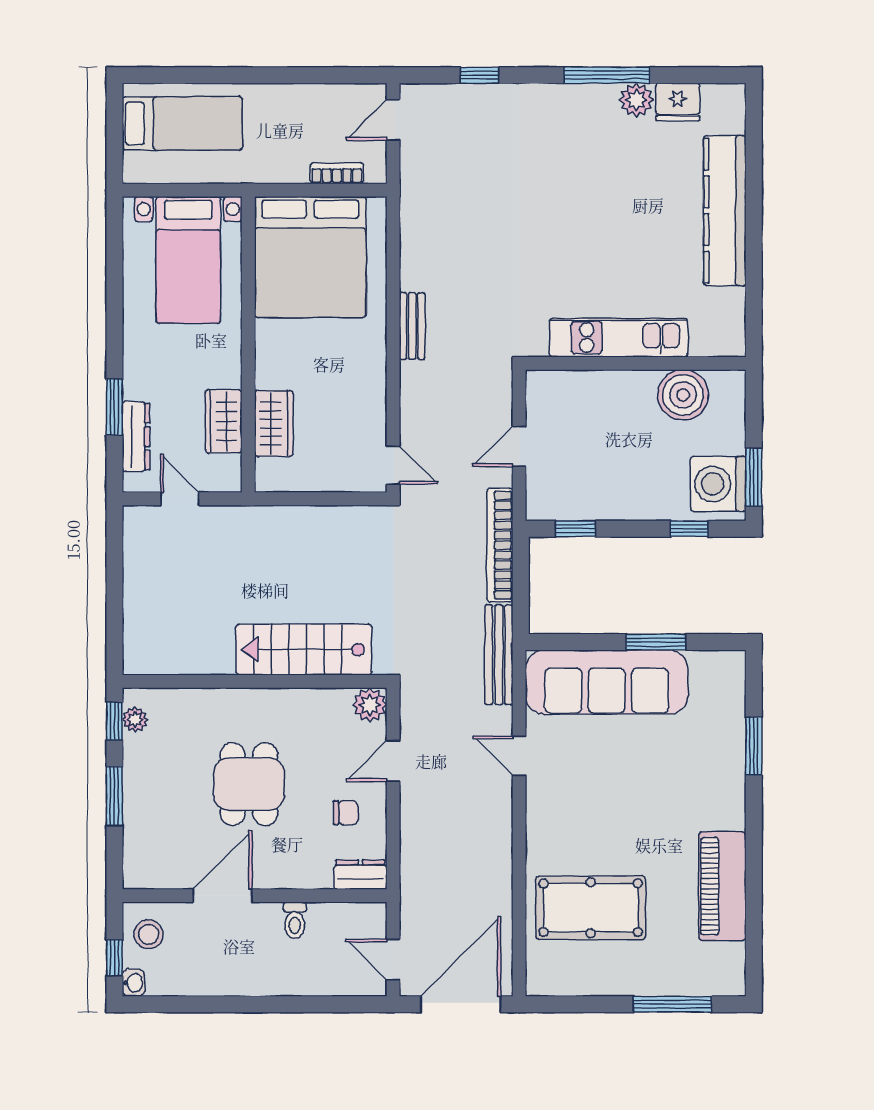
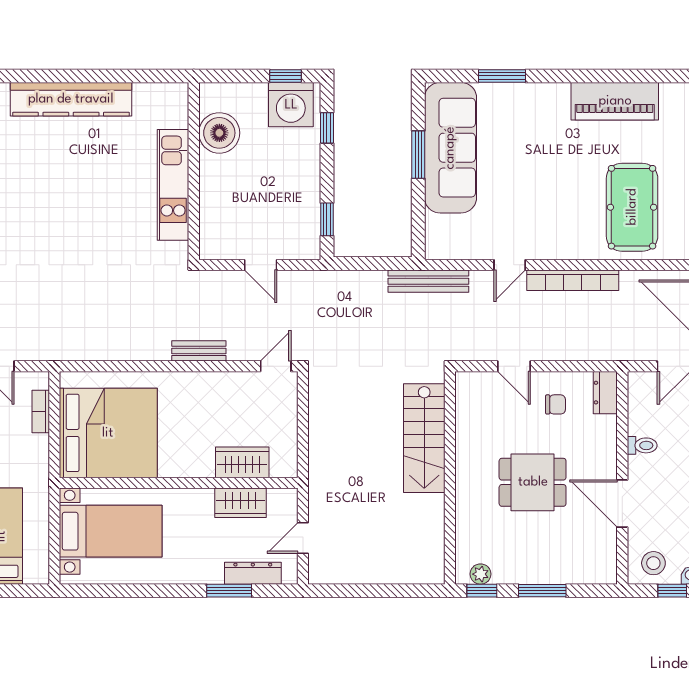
bench: (412, 326) -> (199, 351), moved
window: (754, 477) -> (285, 76), width x0.67
bookcase: (500, 545) -> (573, 280), moved
sofa: (607, 682) -> (450, 148), moved
plant: (370, 705) -> (469, 385), removed
chair: (346, 813) -> (556, 404), turned 90

